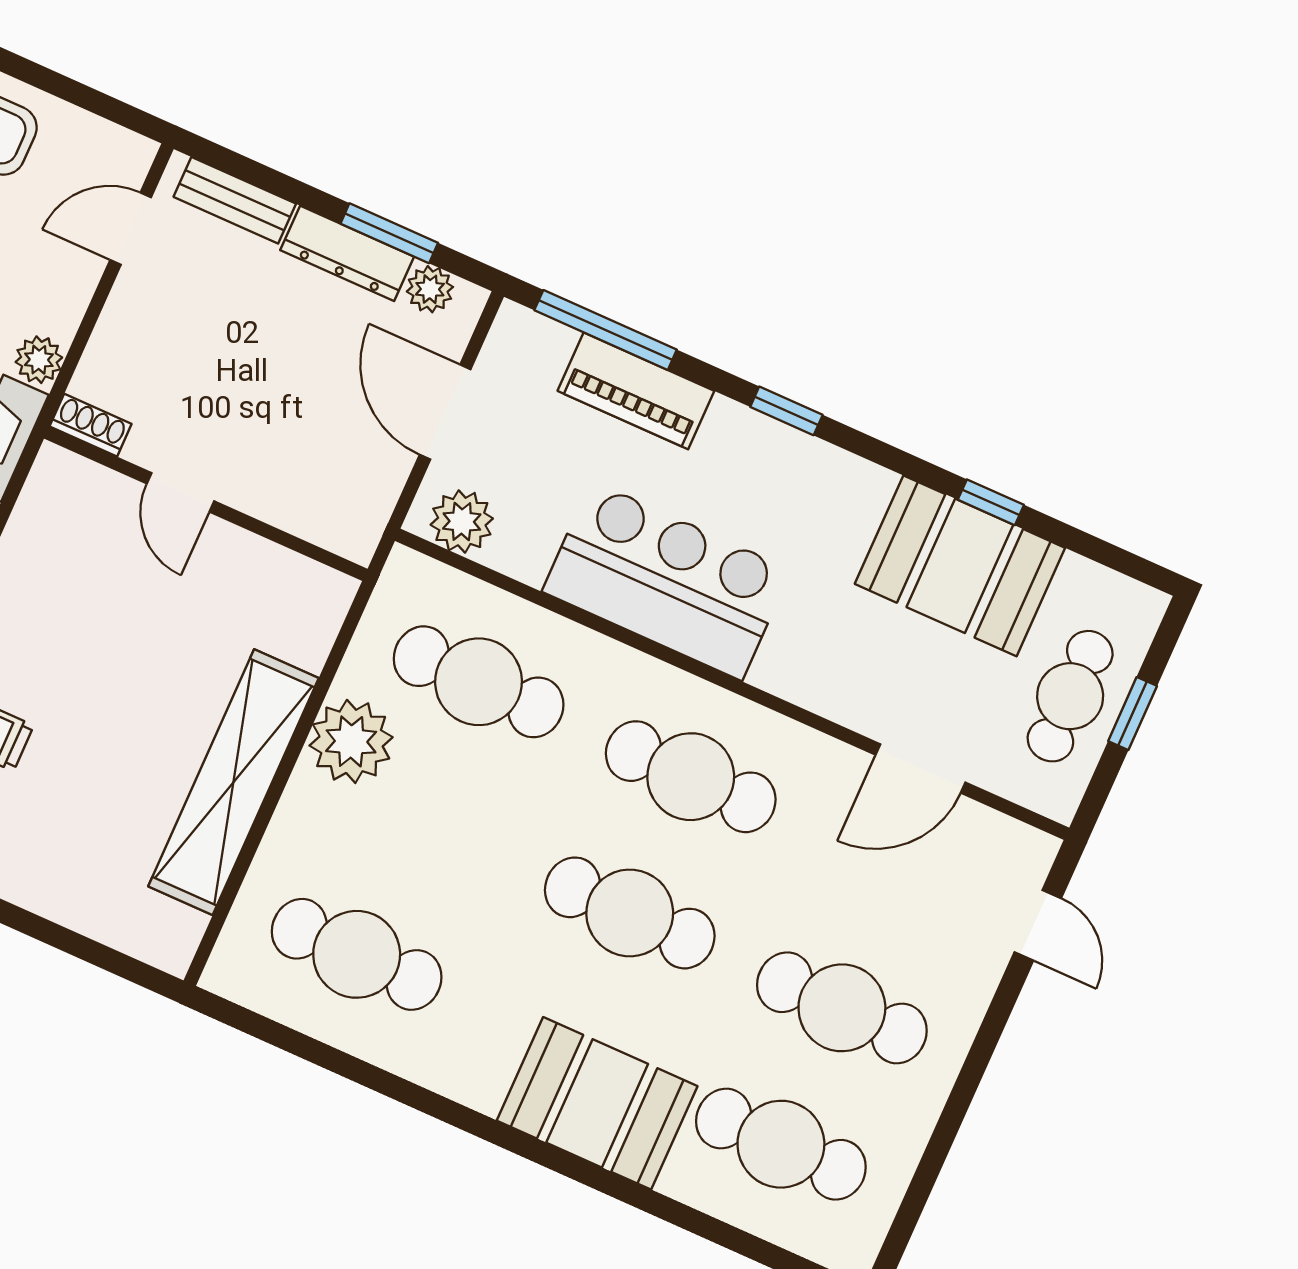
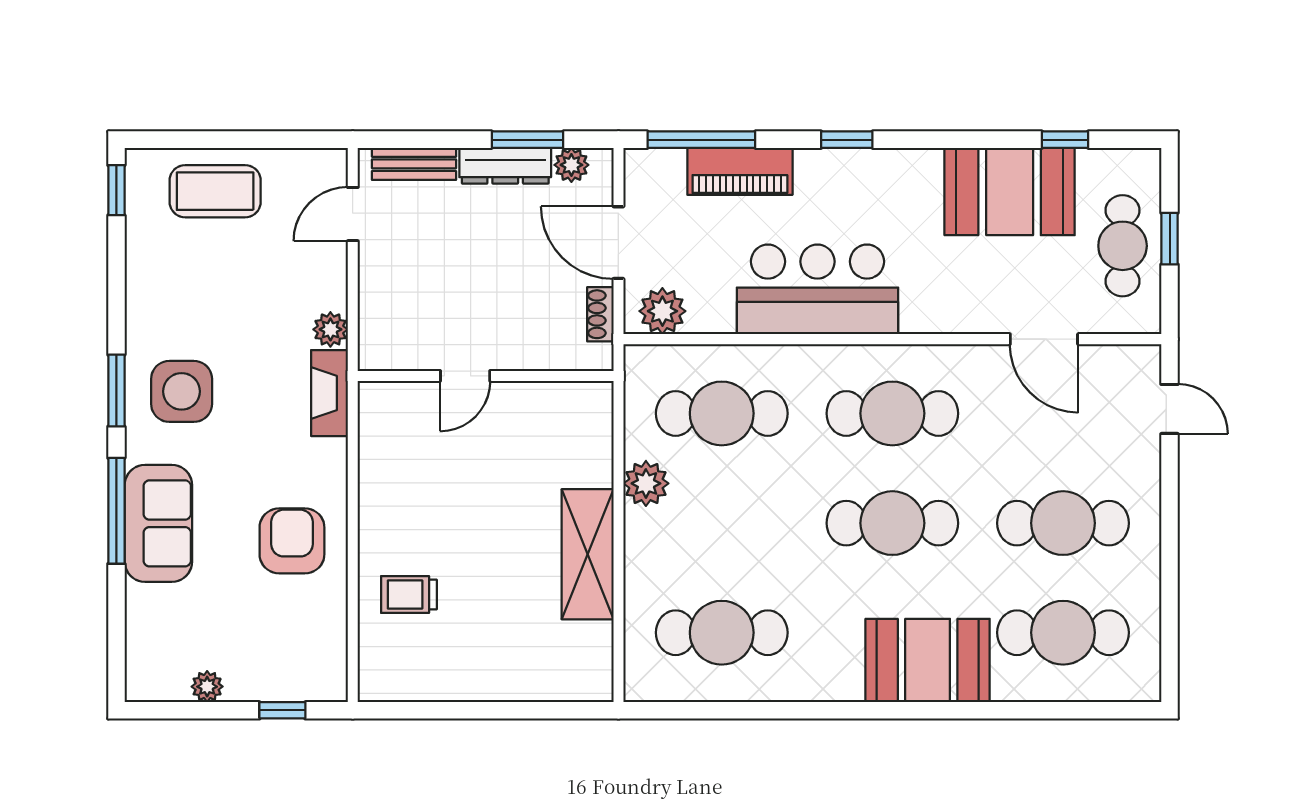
shoe rack: (91, 425) -> (600, 314), moved, turned -90
door: (180, 492) -> (465, 376), hinge flipped
window: (991, 502) -> (1065, 140), moved
plant: (351, 741) -> (646, 483), width x0.73, depth x0.73
door: (921, 769) -> (1044, 339), hinge flipped
shelving: (233, 782) -> (588, 554), width x0.68

